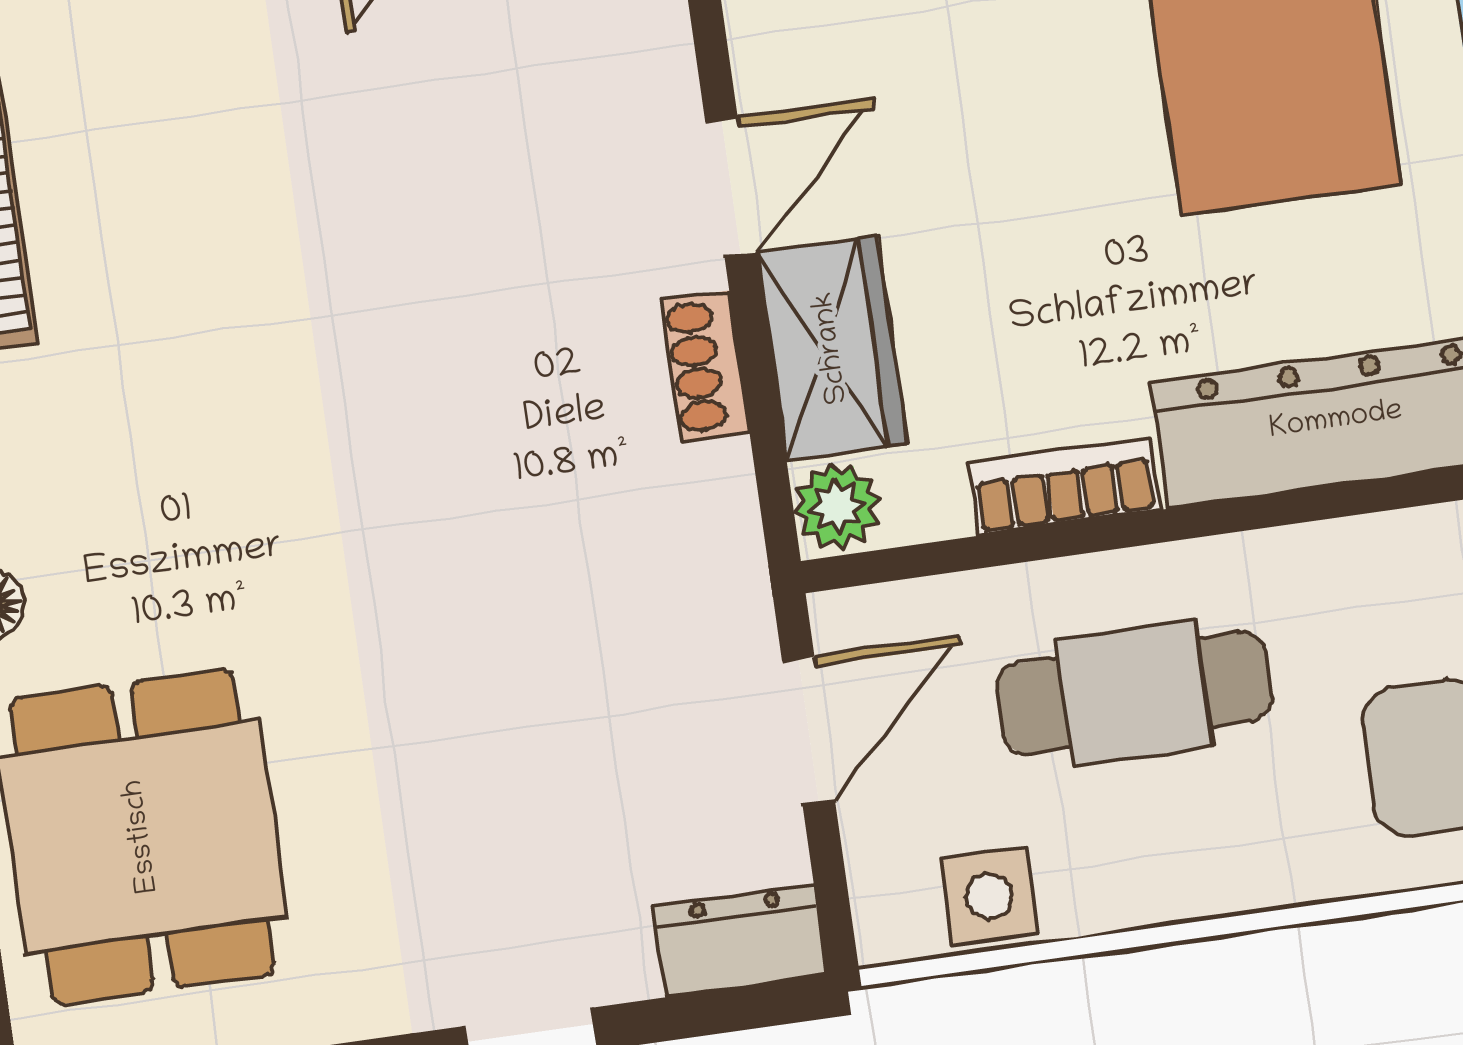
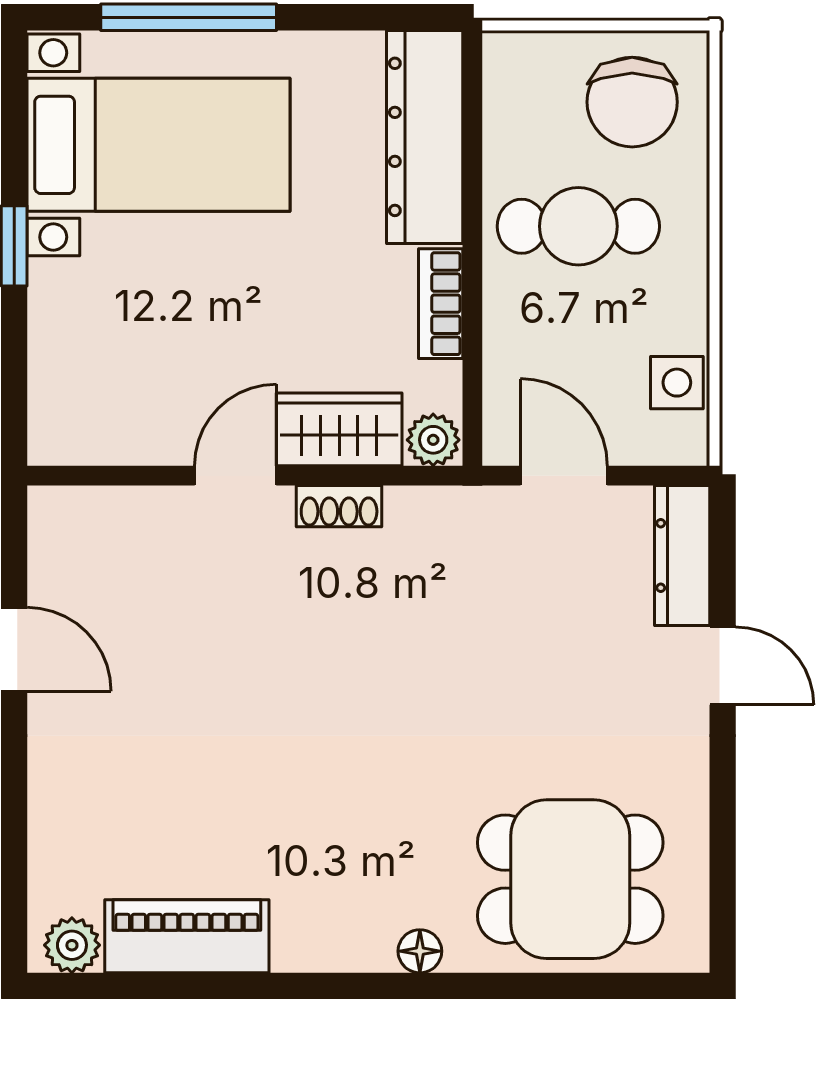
door: (731, 187) -> (235, 476), hinge flipped
cafe table: (1134, 693) -> (578, 226), moved, turned 90
dresser: (740, 940) -> (682, 555), width x1.44

